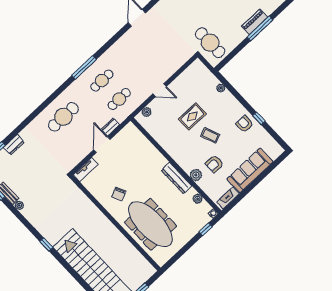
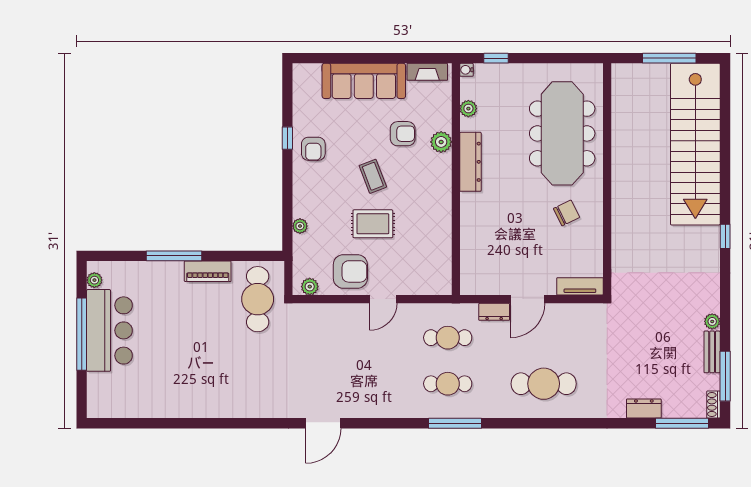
piano: (255, 22) -> (208, 271), moved
armchair: (183, 89) -> (350, 271), added
door: (160, 90) -> (383, 299), swing flipped
plant: (147, 112) -> (310, 287), moved

